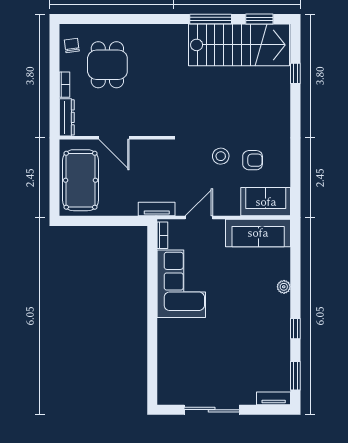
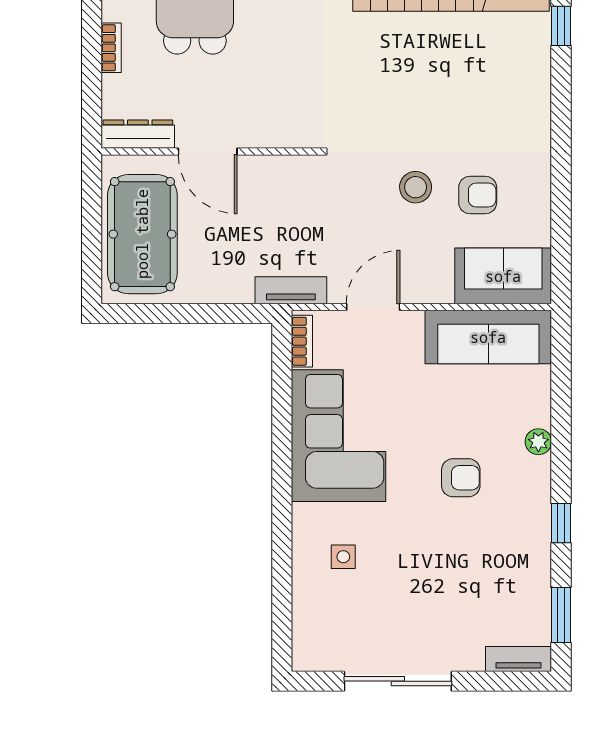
dresser: (67, 117) -> (138, 134), moved, turned -90
armchair: (244, 305) -> (461, 478), added
side table: (184, 346) -> (343, 557), added

